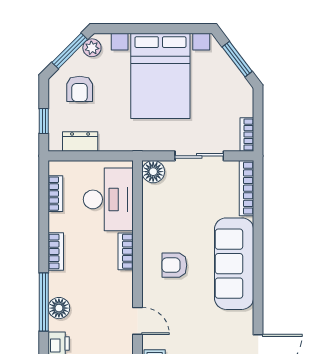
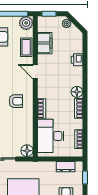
window: (44, 302) -> (85, 82), removed
floor lamp: (59, 308) -> (77, 92), moved

